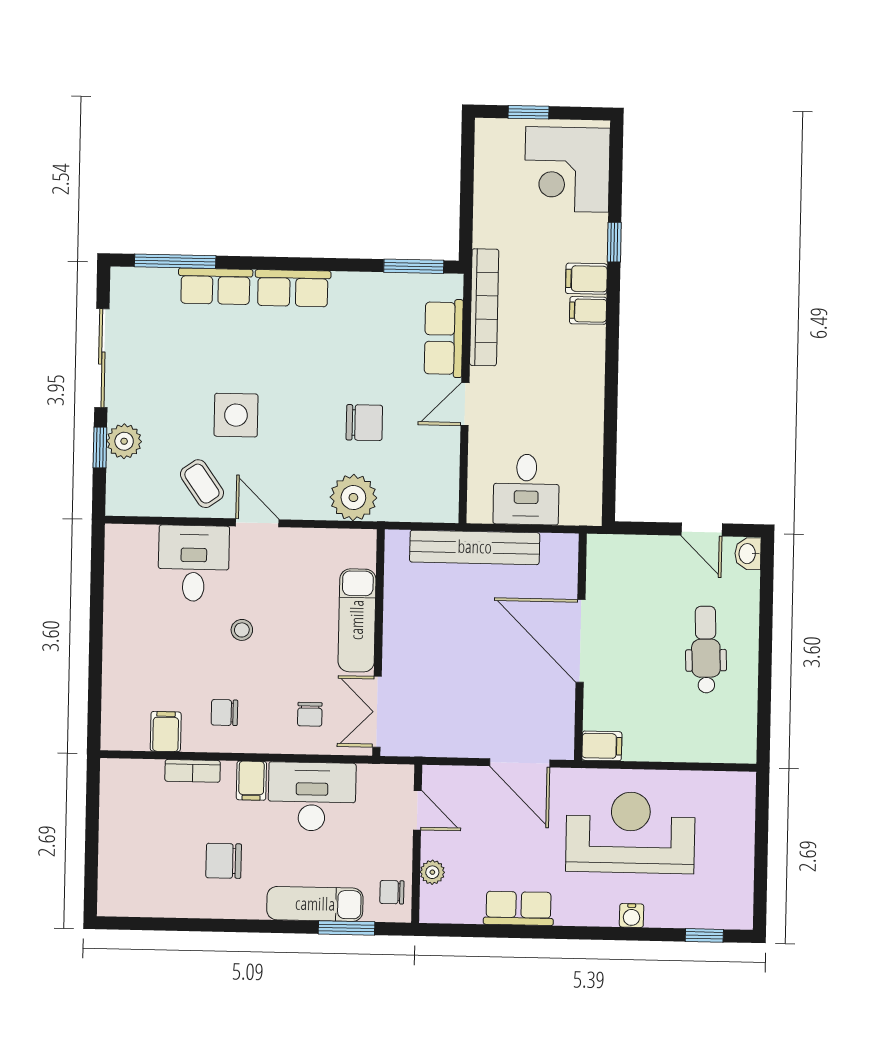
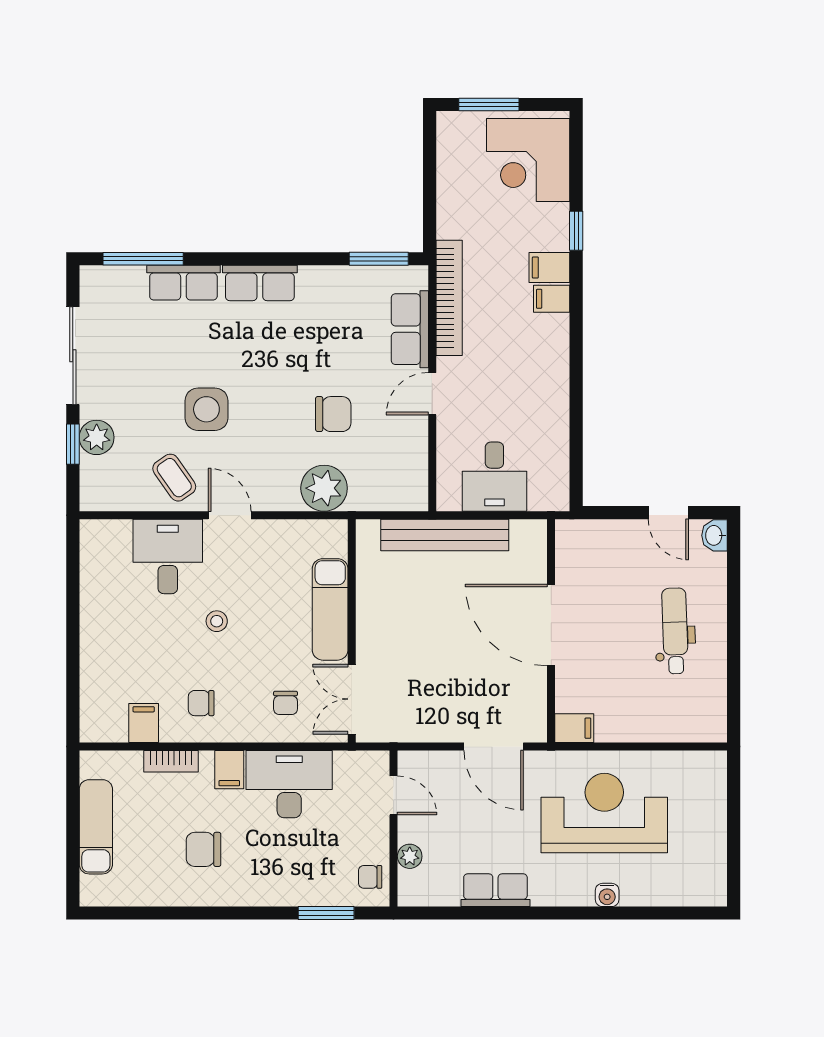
window: (528, 112) -> (489, 104), width x1.50
exam couch: (315, 904) -> (96, 827), moved, turned 90
window: (704, 935) -> (679, 913), removed

